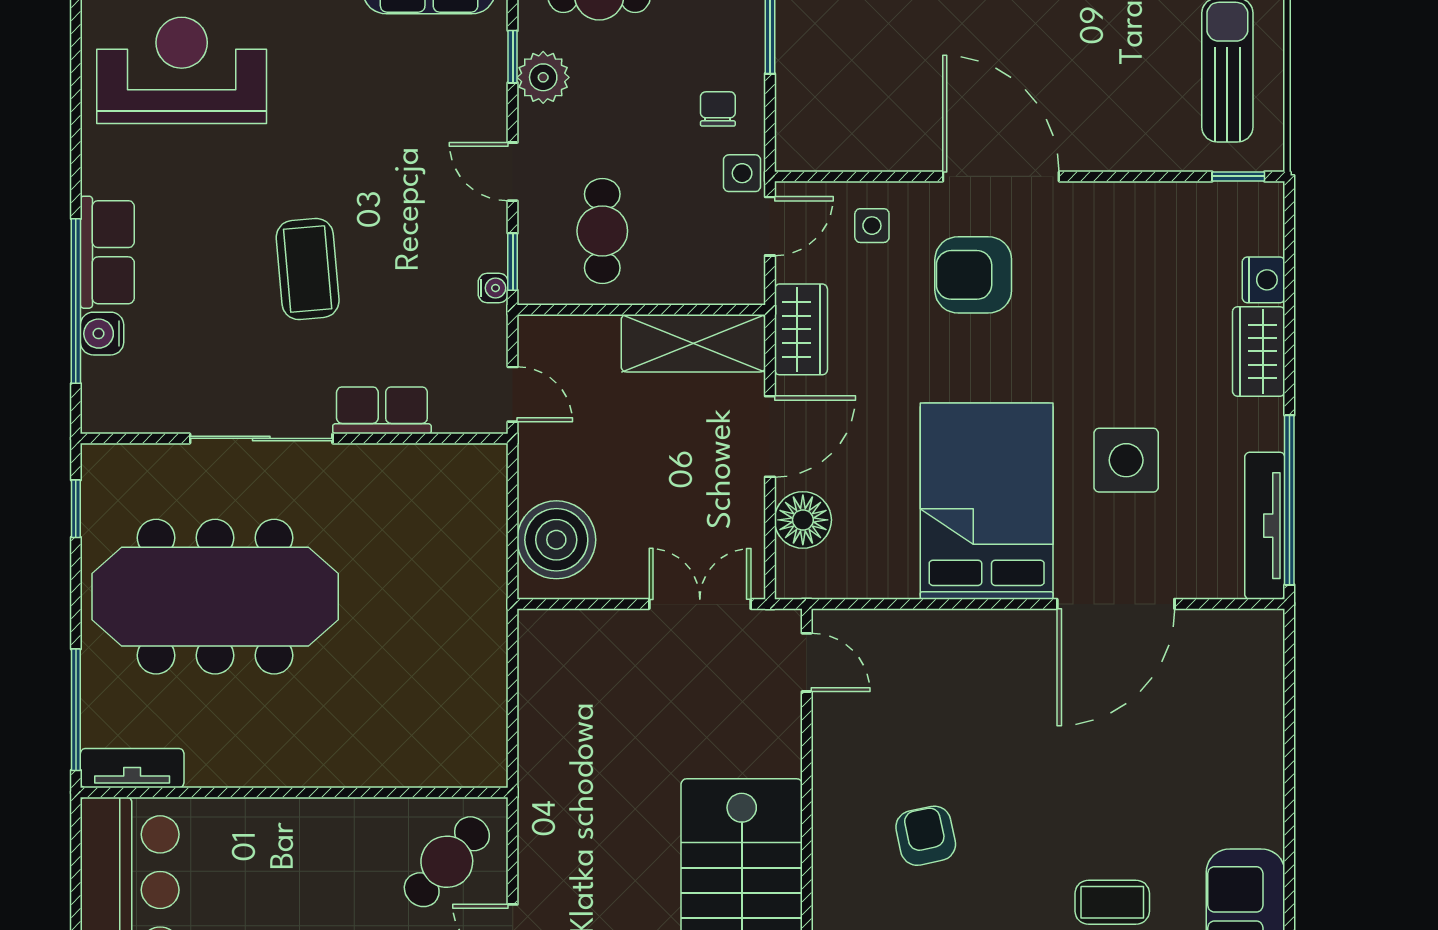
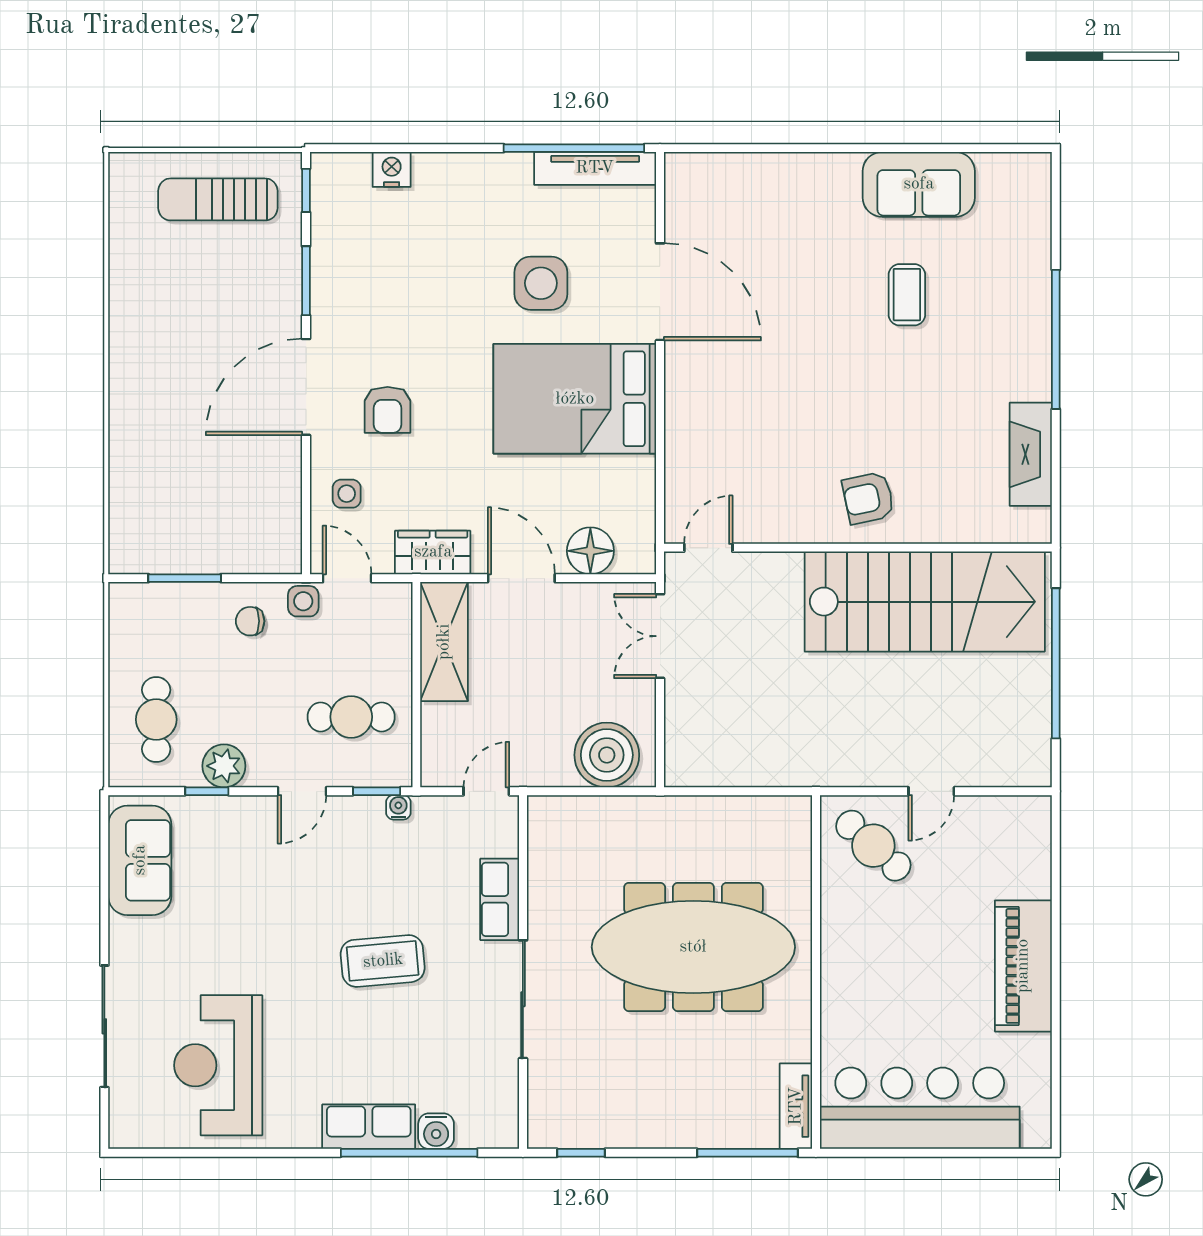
window: (1129, 176) -> (306, 281), added
armchair: (973, 275) -> (388, 410), width x0.72, depth x0.72
wardrobe: (1259, 351) -> (451, 173), removed
meeting table: (215, 597) -> (693, 947), moved, turned 90
armchair: (926, 836) -> (868, 498), moved

